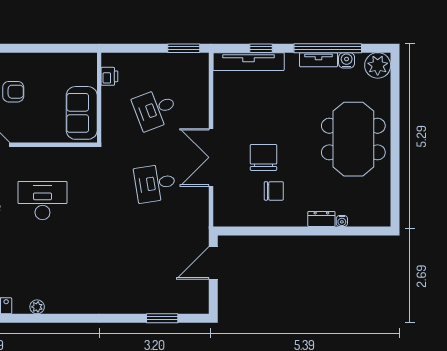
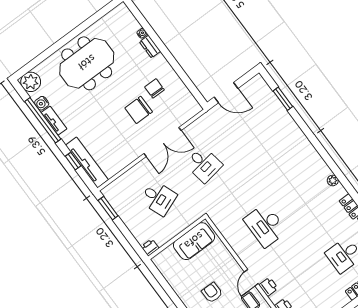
printer: (109, 76) -> (150, 247), moved

